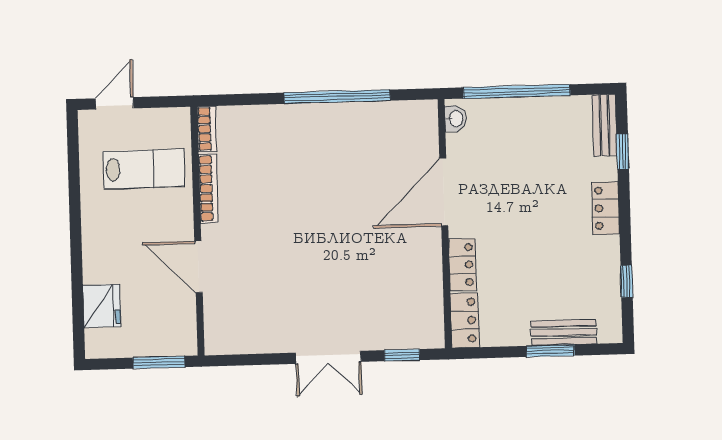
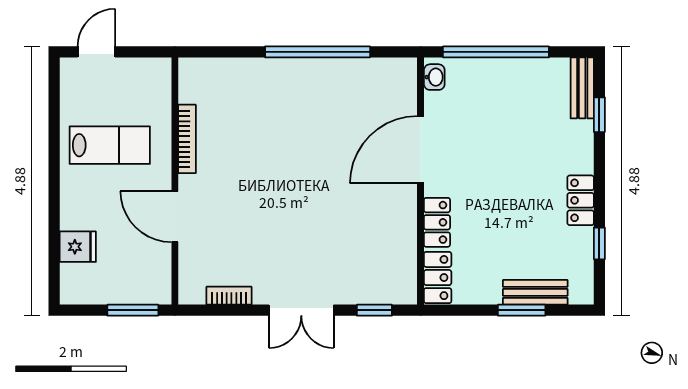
bookcase: (207, 129) -> (229, 296), moved, turned -90
lab bench: (144, 169) -> (110, 145), moved
locker: (605, 208) -> (581, 200), moved
fridge: (102, 306) -> (78, 247), width x0.72

